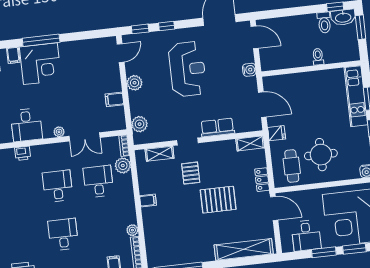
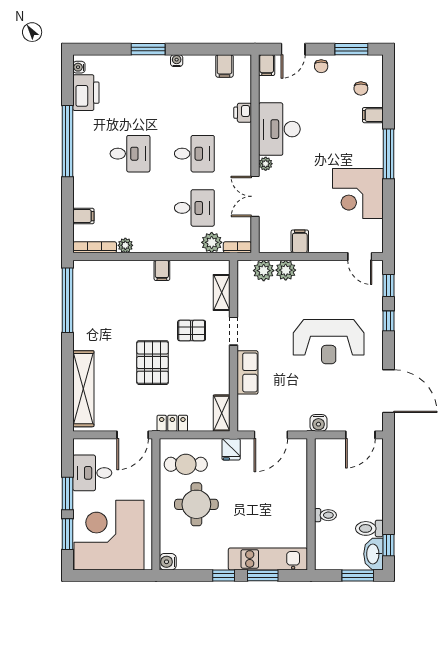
corner desk: (40, 64) -> (358, 193), moved
plant: (135, 83) -> (286, 270), moved
desk: (26, 125) -> (279, 129), width x1.37

